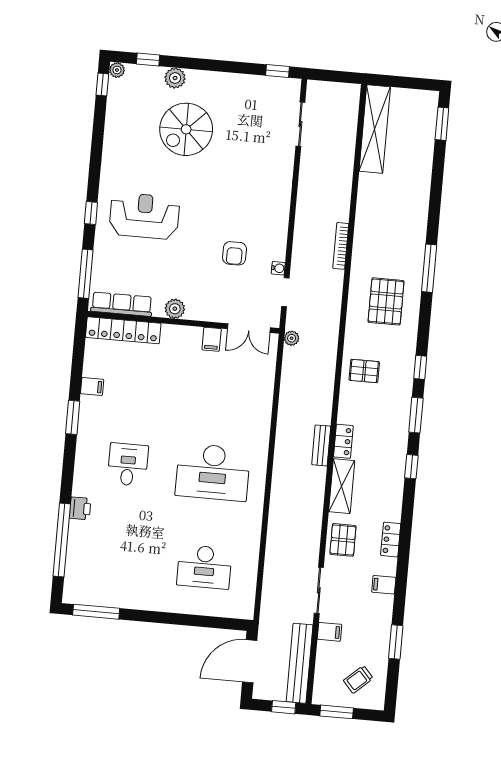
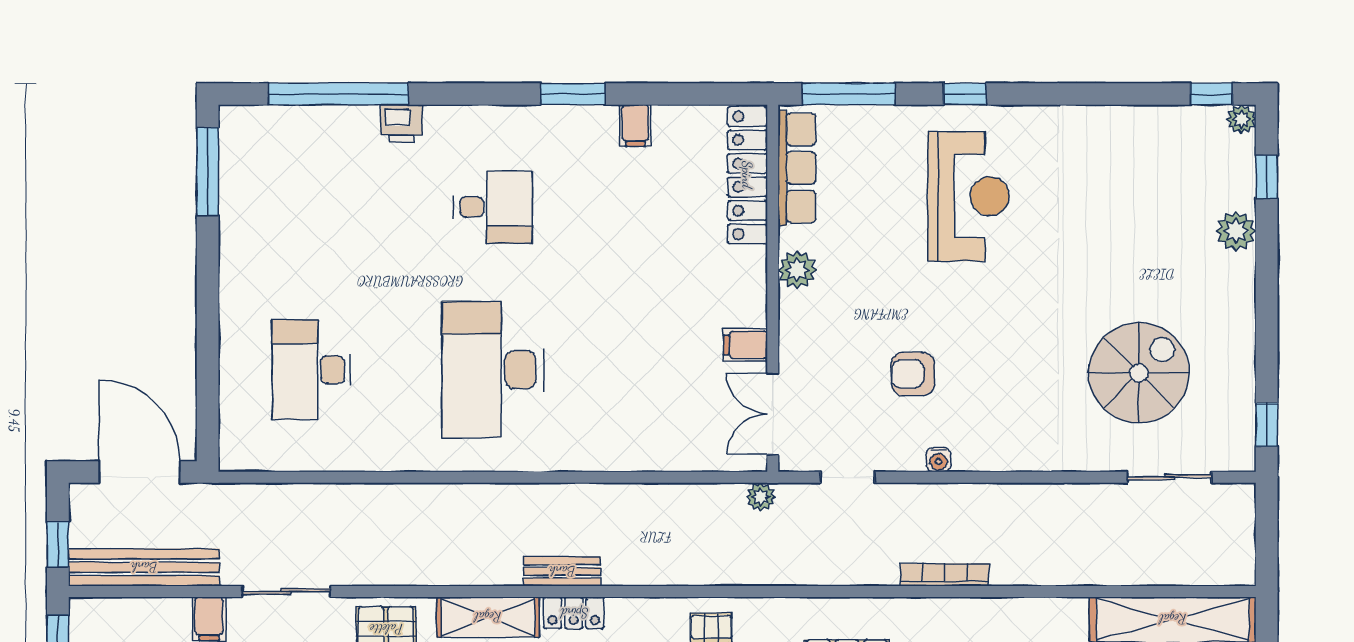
spiral stairs: (186, 129) -> (1139, 373), moved, turned 90
water cooler: (278, 268) -> (938, 460), moved

